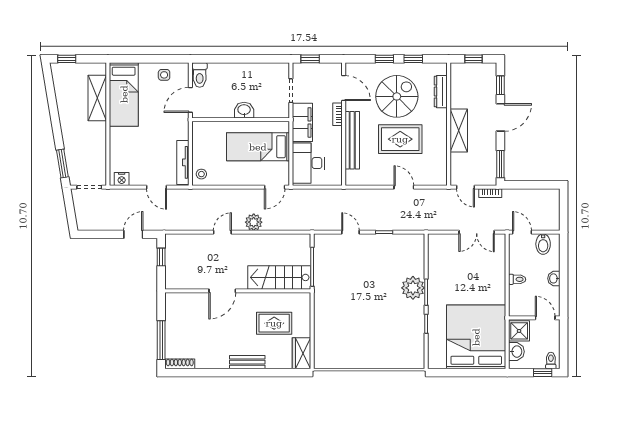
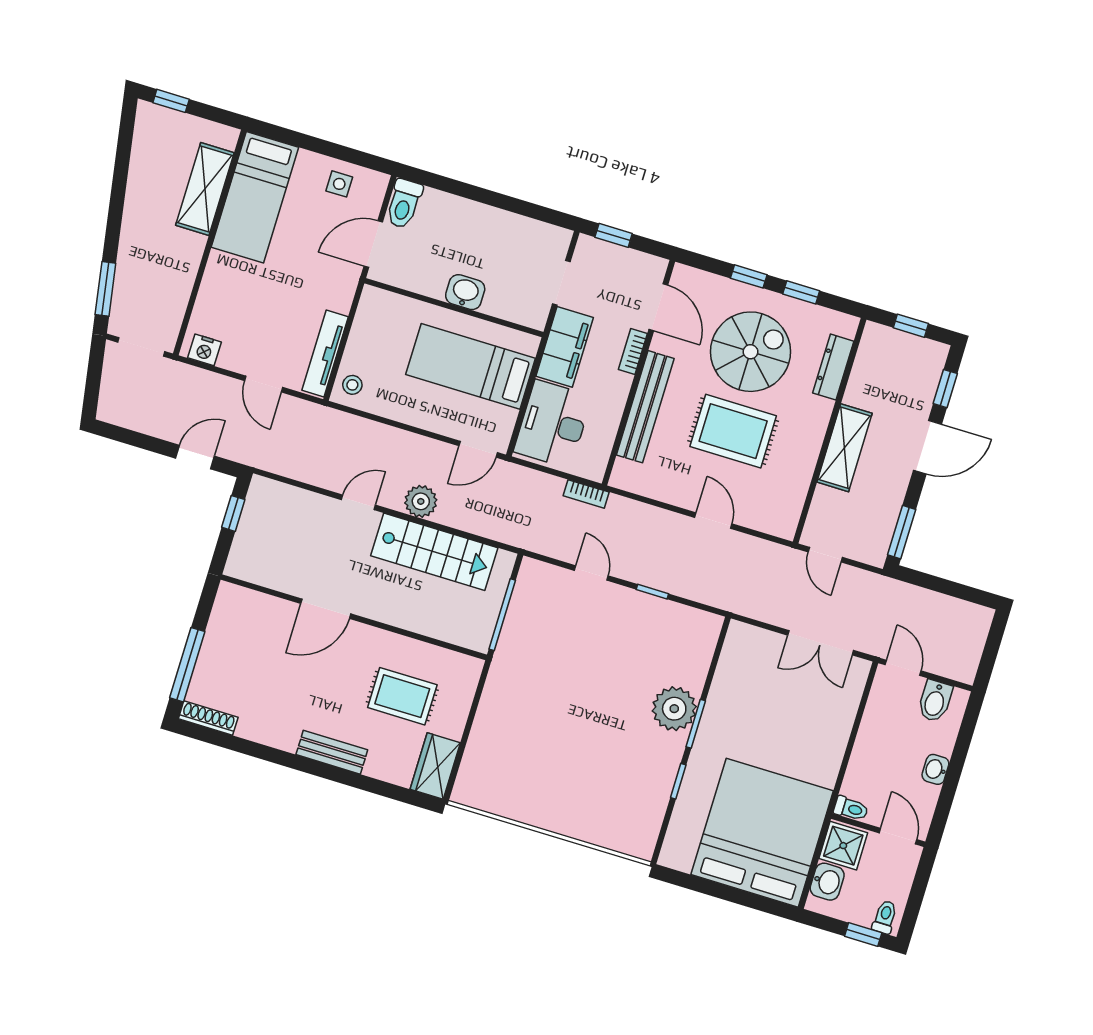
bookcase: (490, 193) -> (586, 494), moved
stairs: (279, 277) -> (434, 552), moved, turned 180
toilet: (517, 279) -> (851, 809), moved

